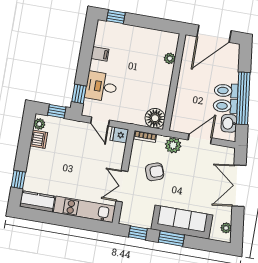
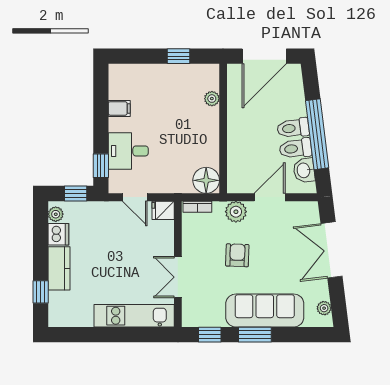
window: (116, 17) -> (179, 56), moved
armchair: (155, 172) -> (237, 255), moved, turned -68
kitchen counter: (37, 201) -> (59, 268), moved, turned 90

